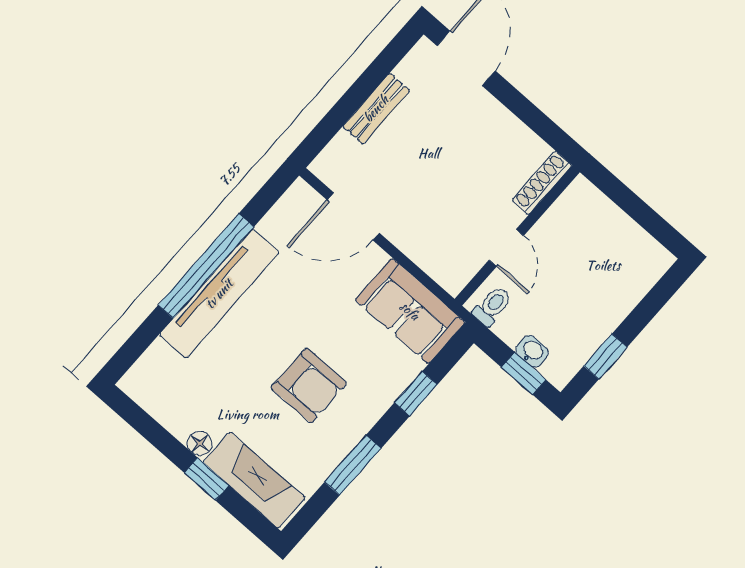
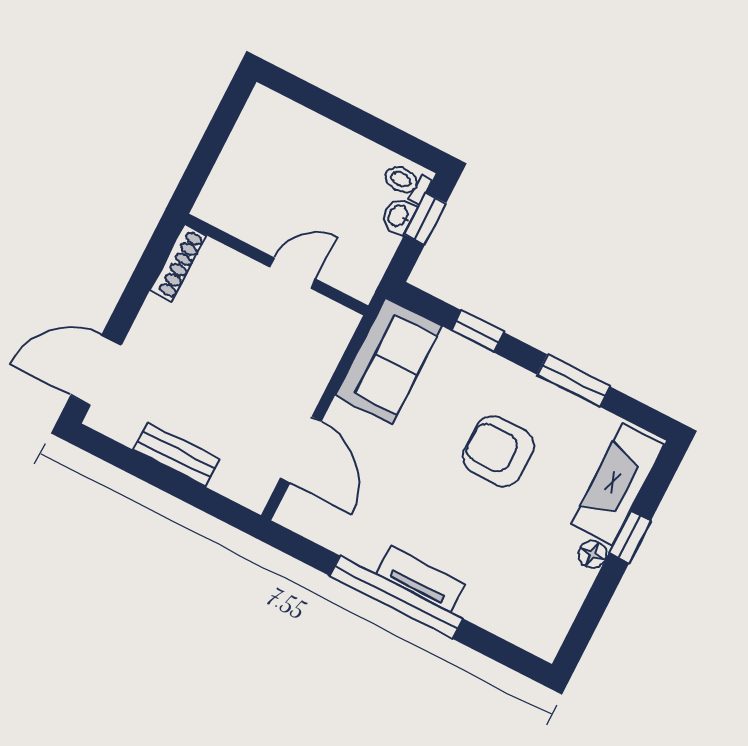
shoe rack: (542, 183) -> (178, 263), moved, turned -90
tv unit: (219, 294) -> (421, 579), width x0.52, depth x0.78
toilet: (492, 306) -> (406, 182), moved
window: (605, 356) -> (384, 134), removed
armchair: (309, 385) -> (498, 451), turned -90

